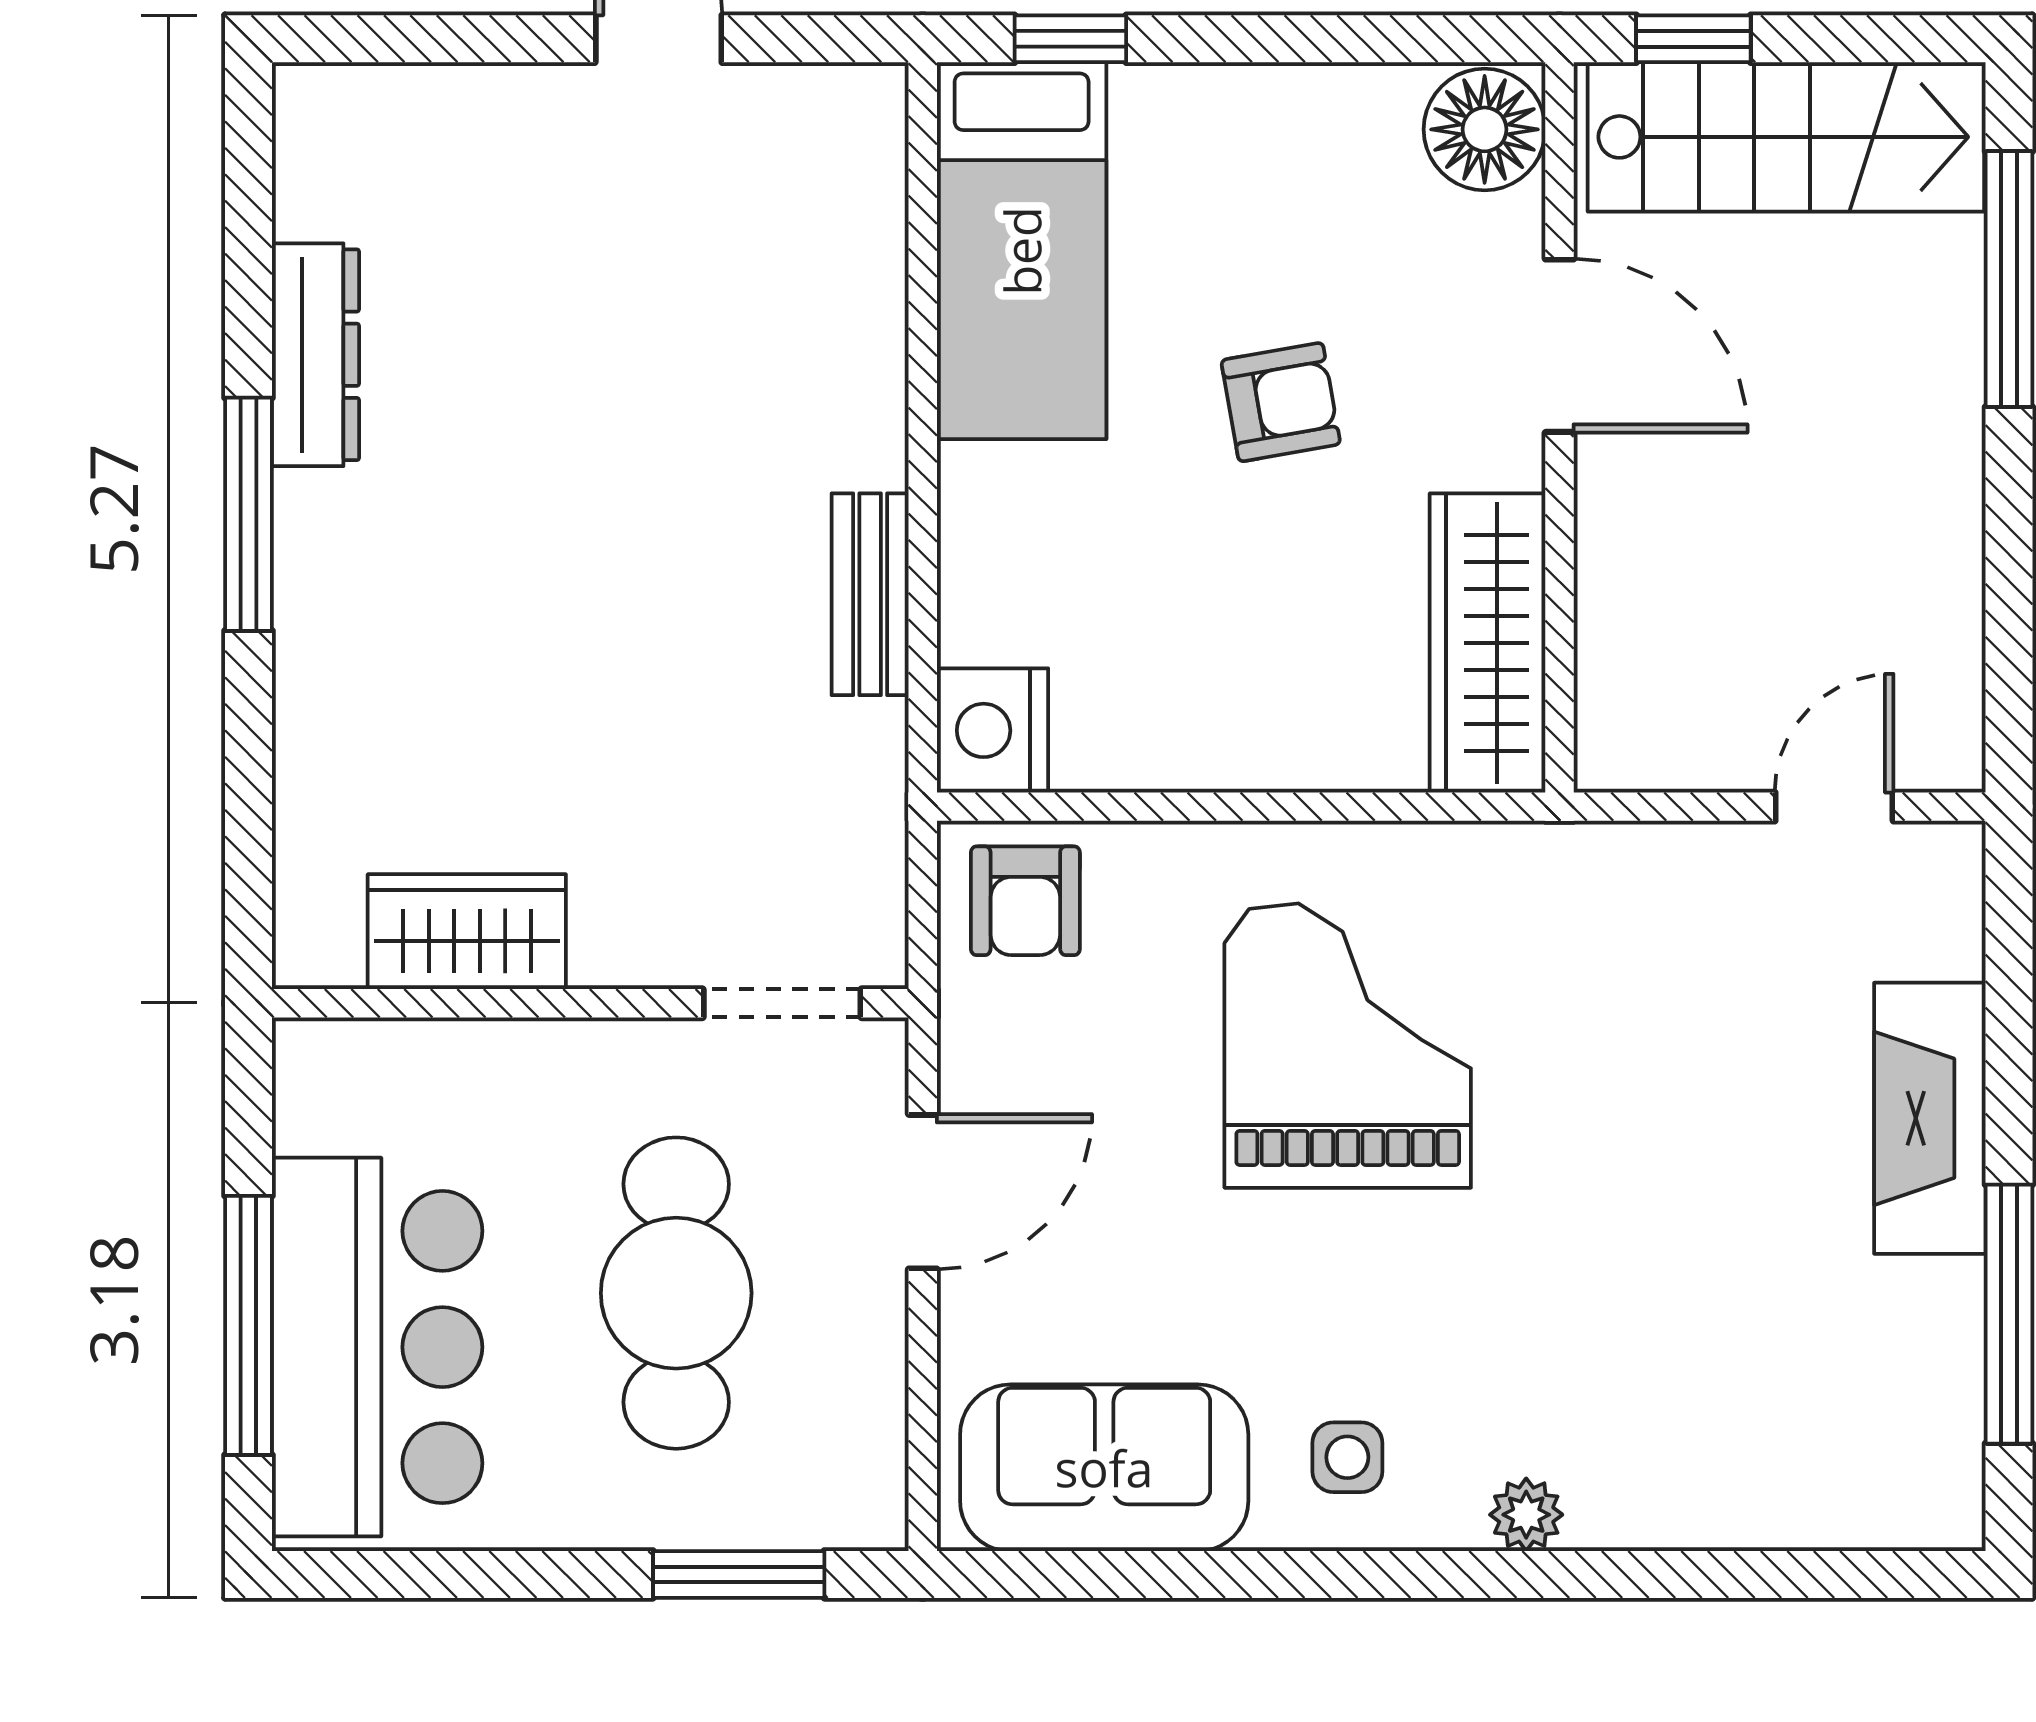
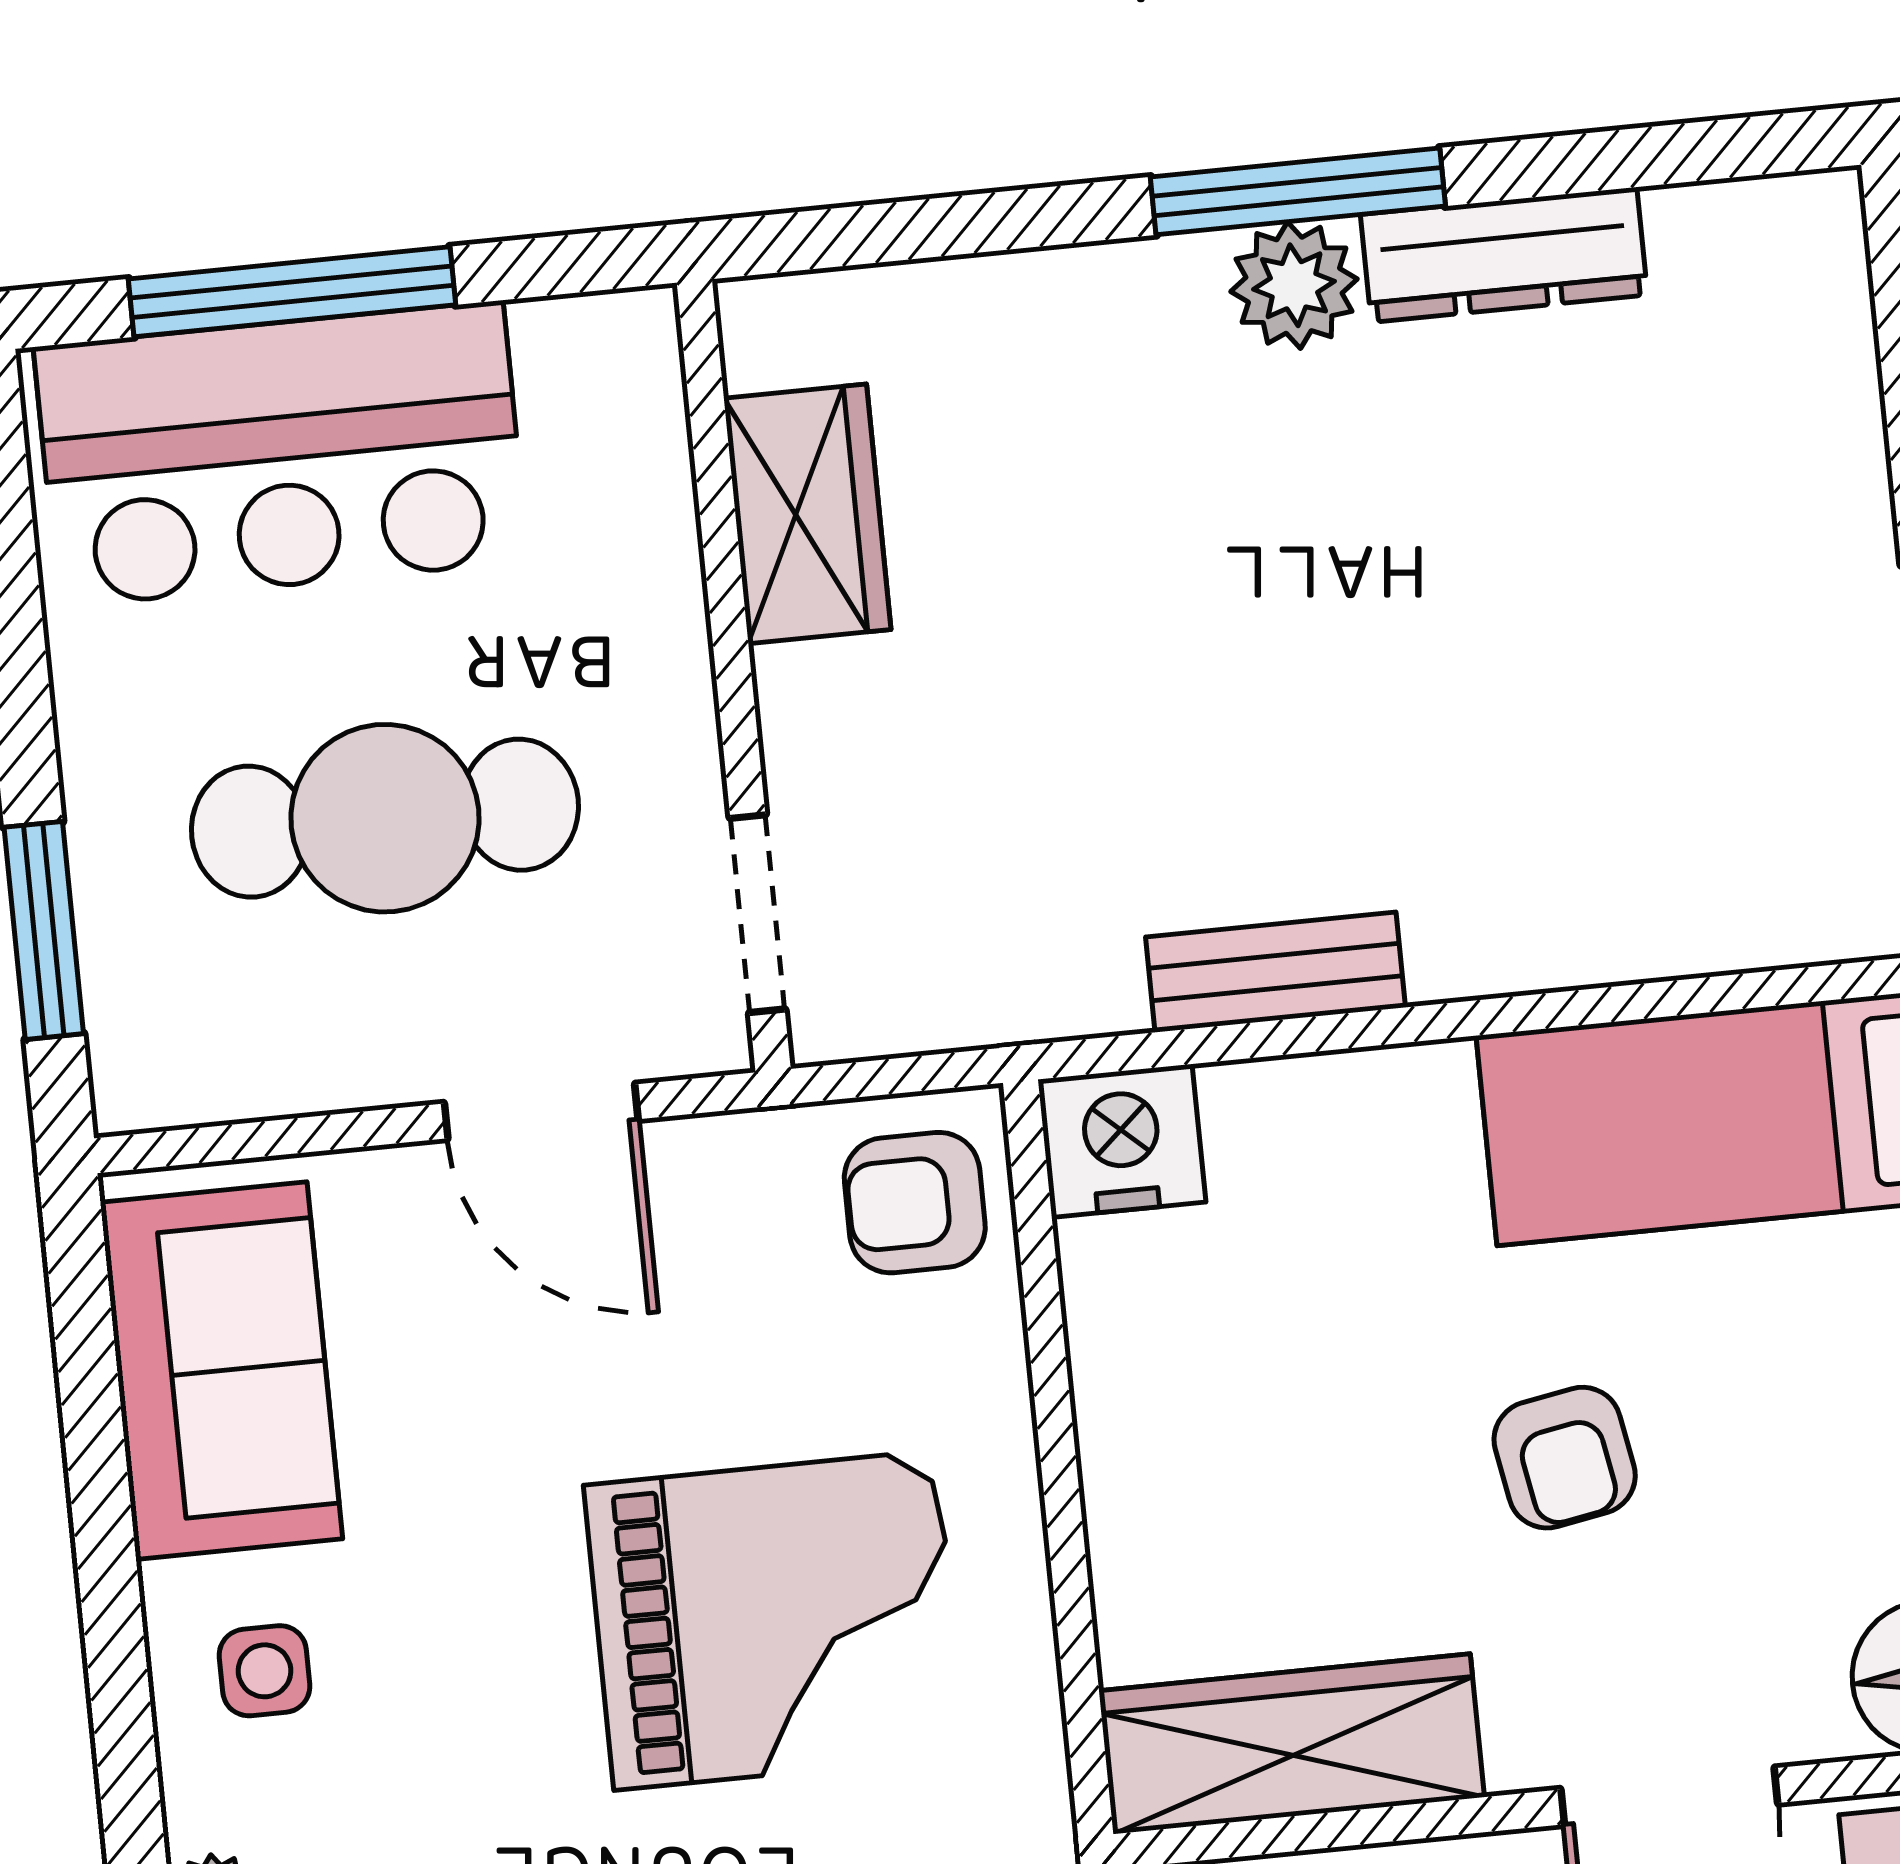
plant: (323, 525) -> (1294, 285), added

